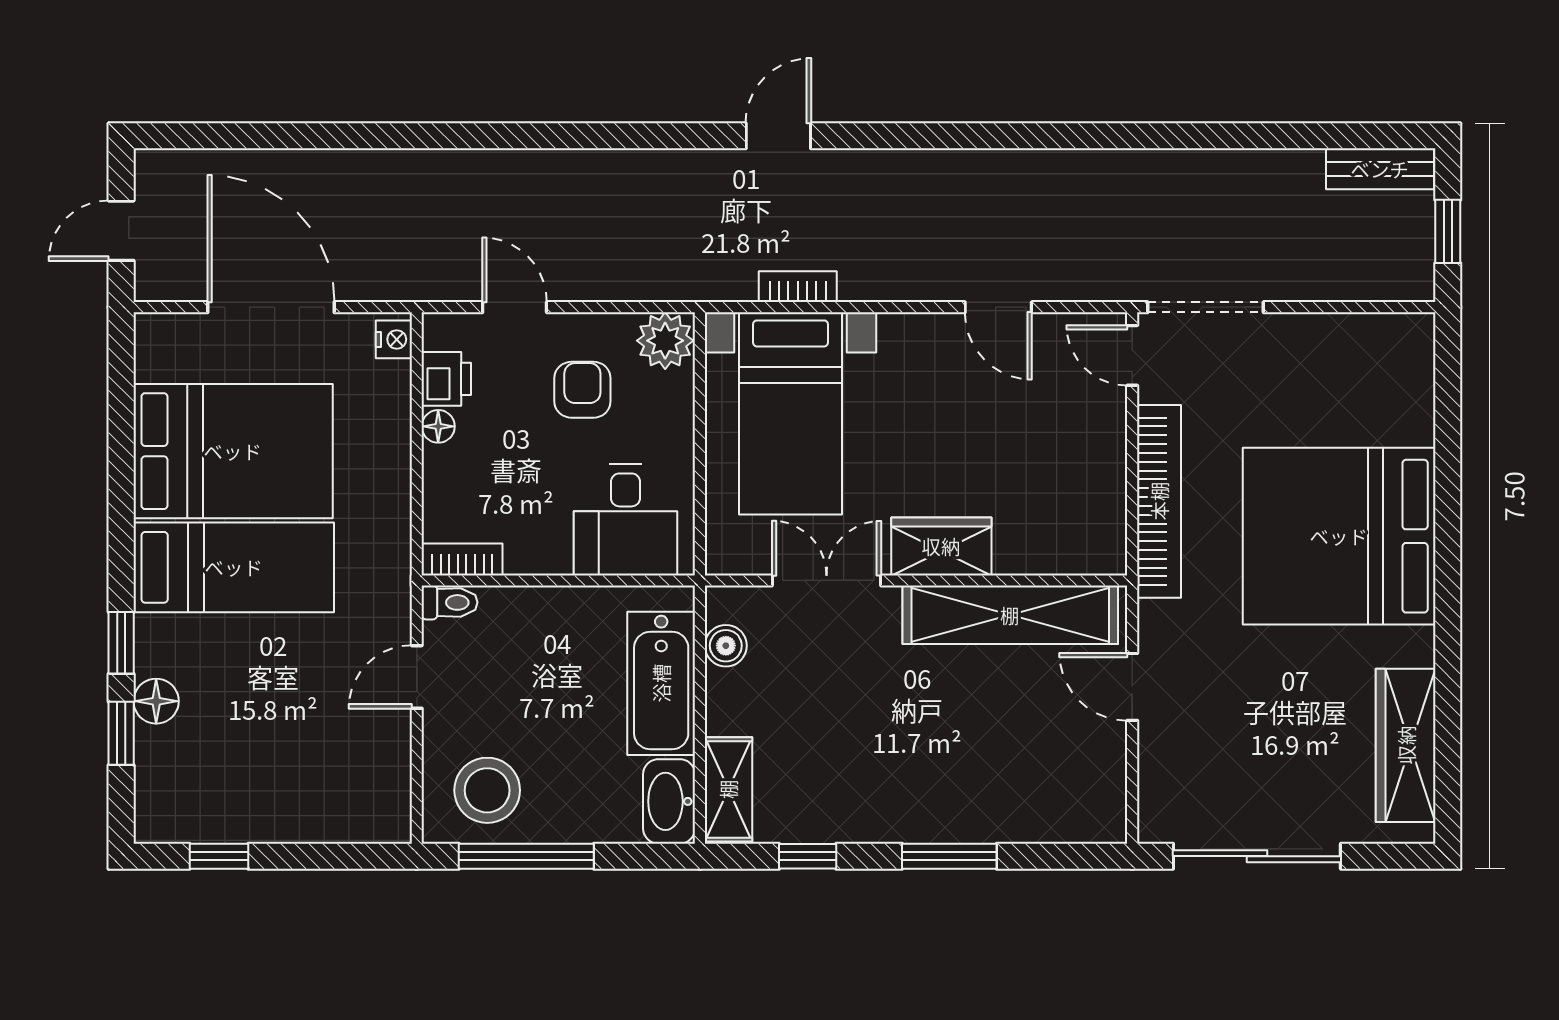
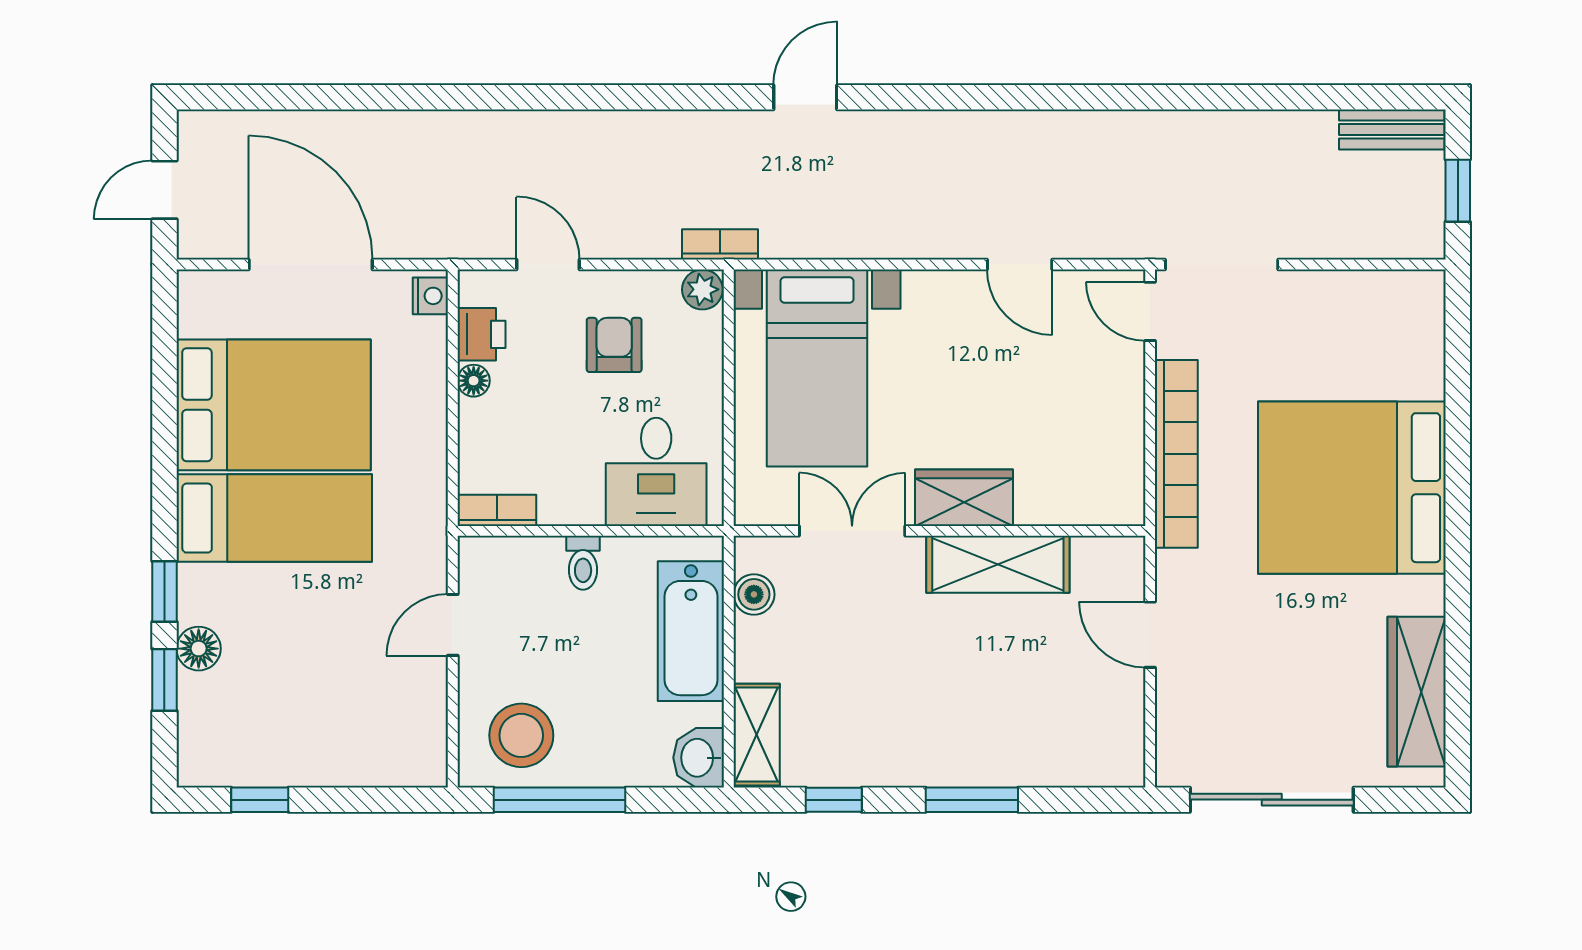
bookcase: (798, 287) -> (720, 244), moved
plant: (665, 341) -> (702, 289), width x0.73, depth x0.73
toilet: (450, 602) -> (583, 563), moved, turned 90
shelving: (1010, 615) -> (998, 564), width x0.68
washbasin: (669, 801) -> (699, 758), width x0.72

